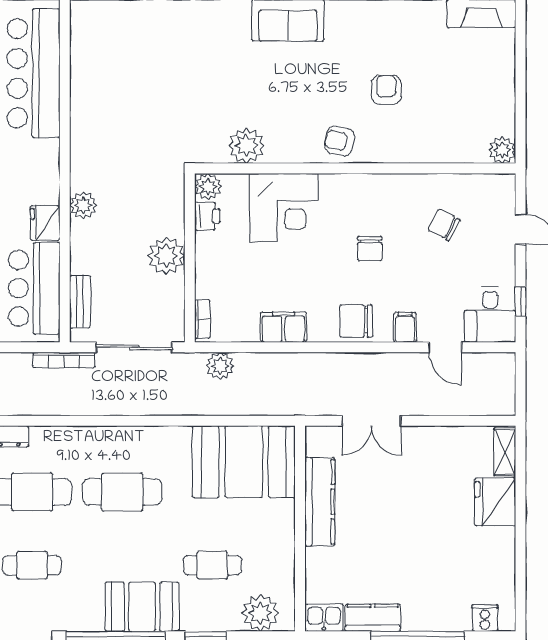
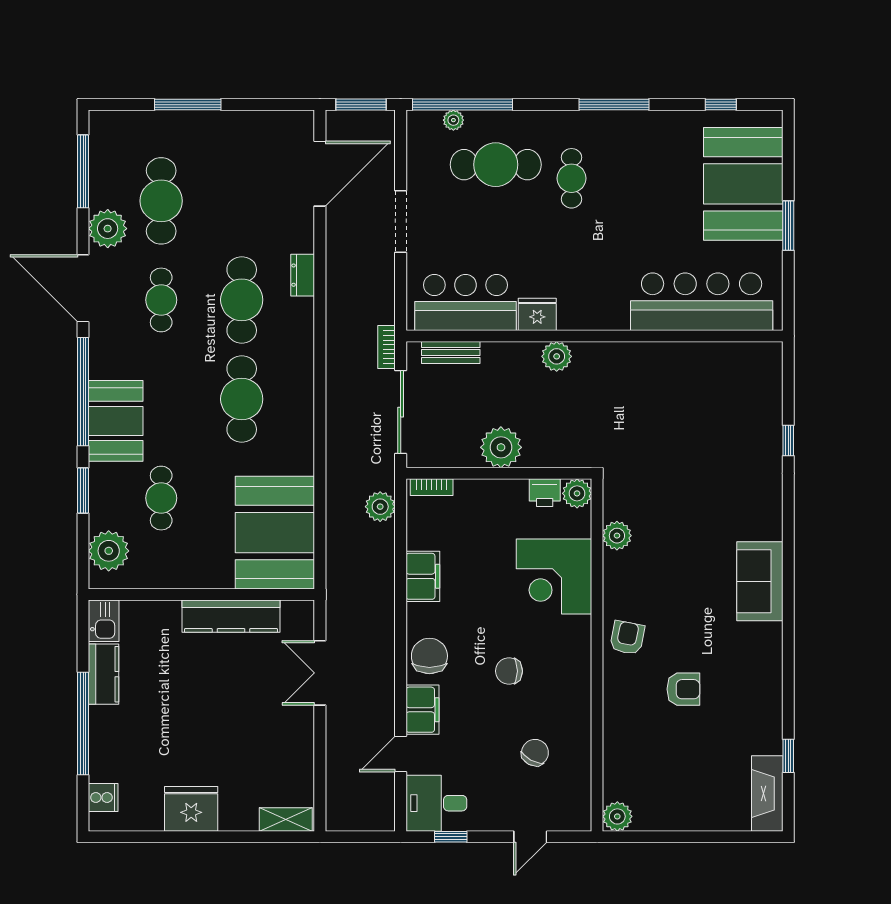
plant: (246, 146) -> (617, 536), width x0.73, depth x0.73
filing cabinet: (405, 327) -> (422, 710), width x2.00
bookcase: (64, 360) -> (387, 347), width x0.64
fridge: (495, 502) -> (191, 809), moved

